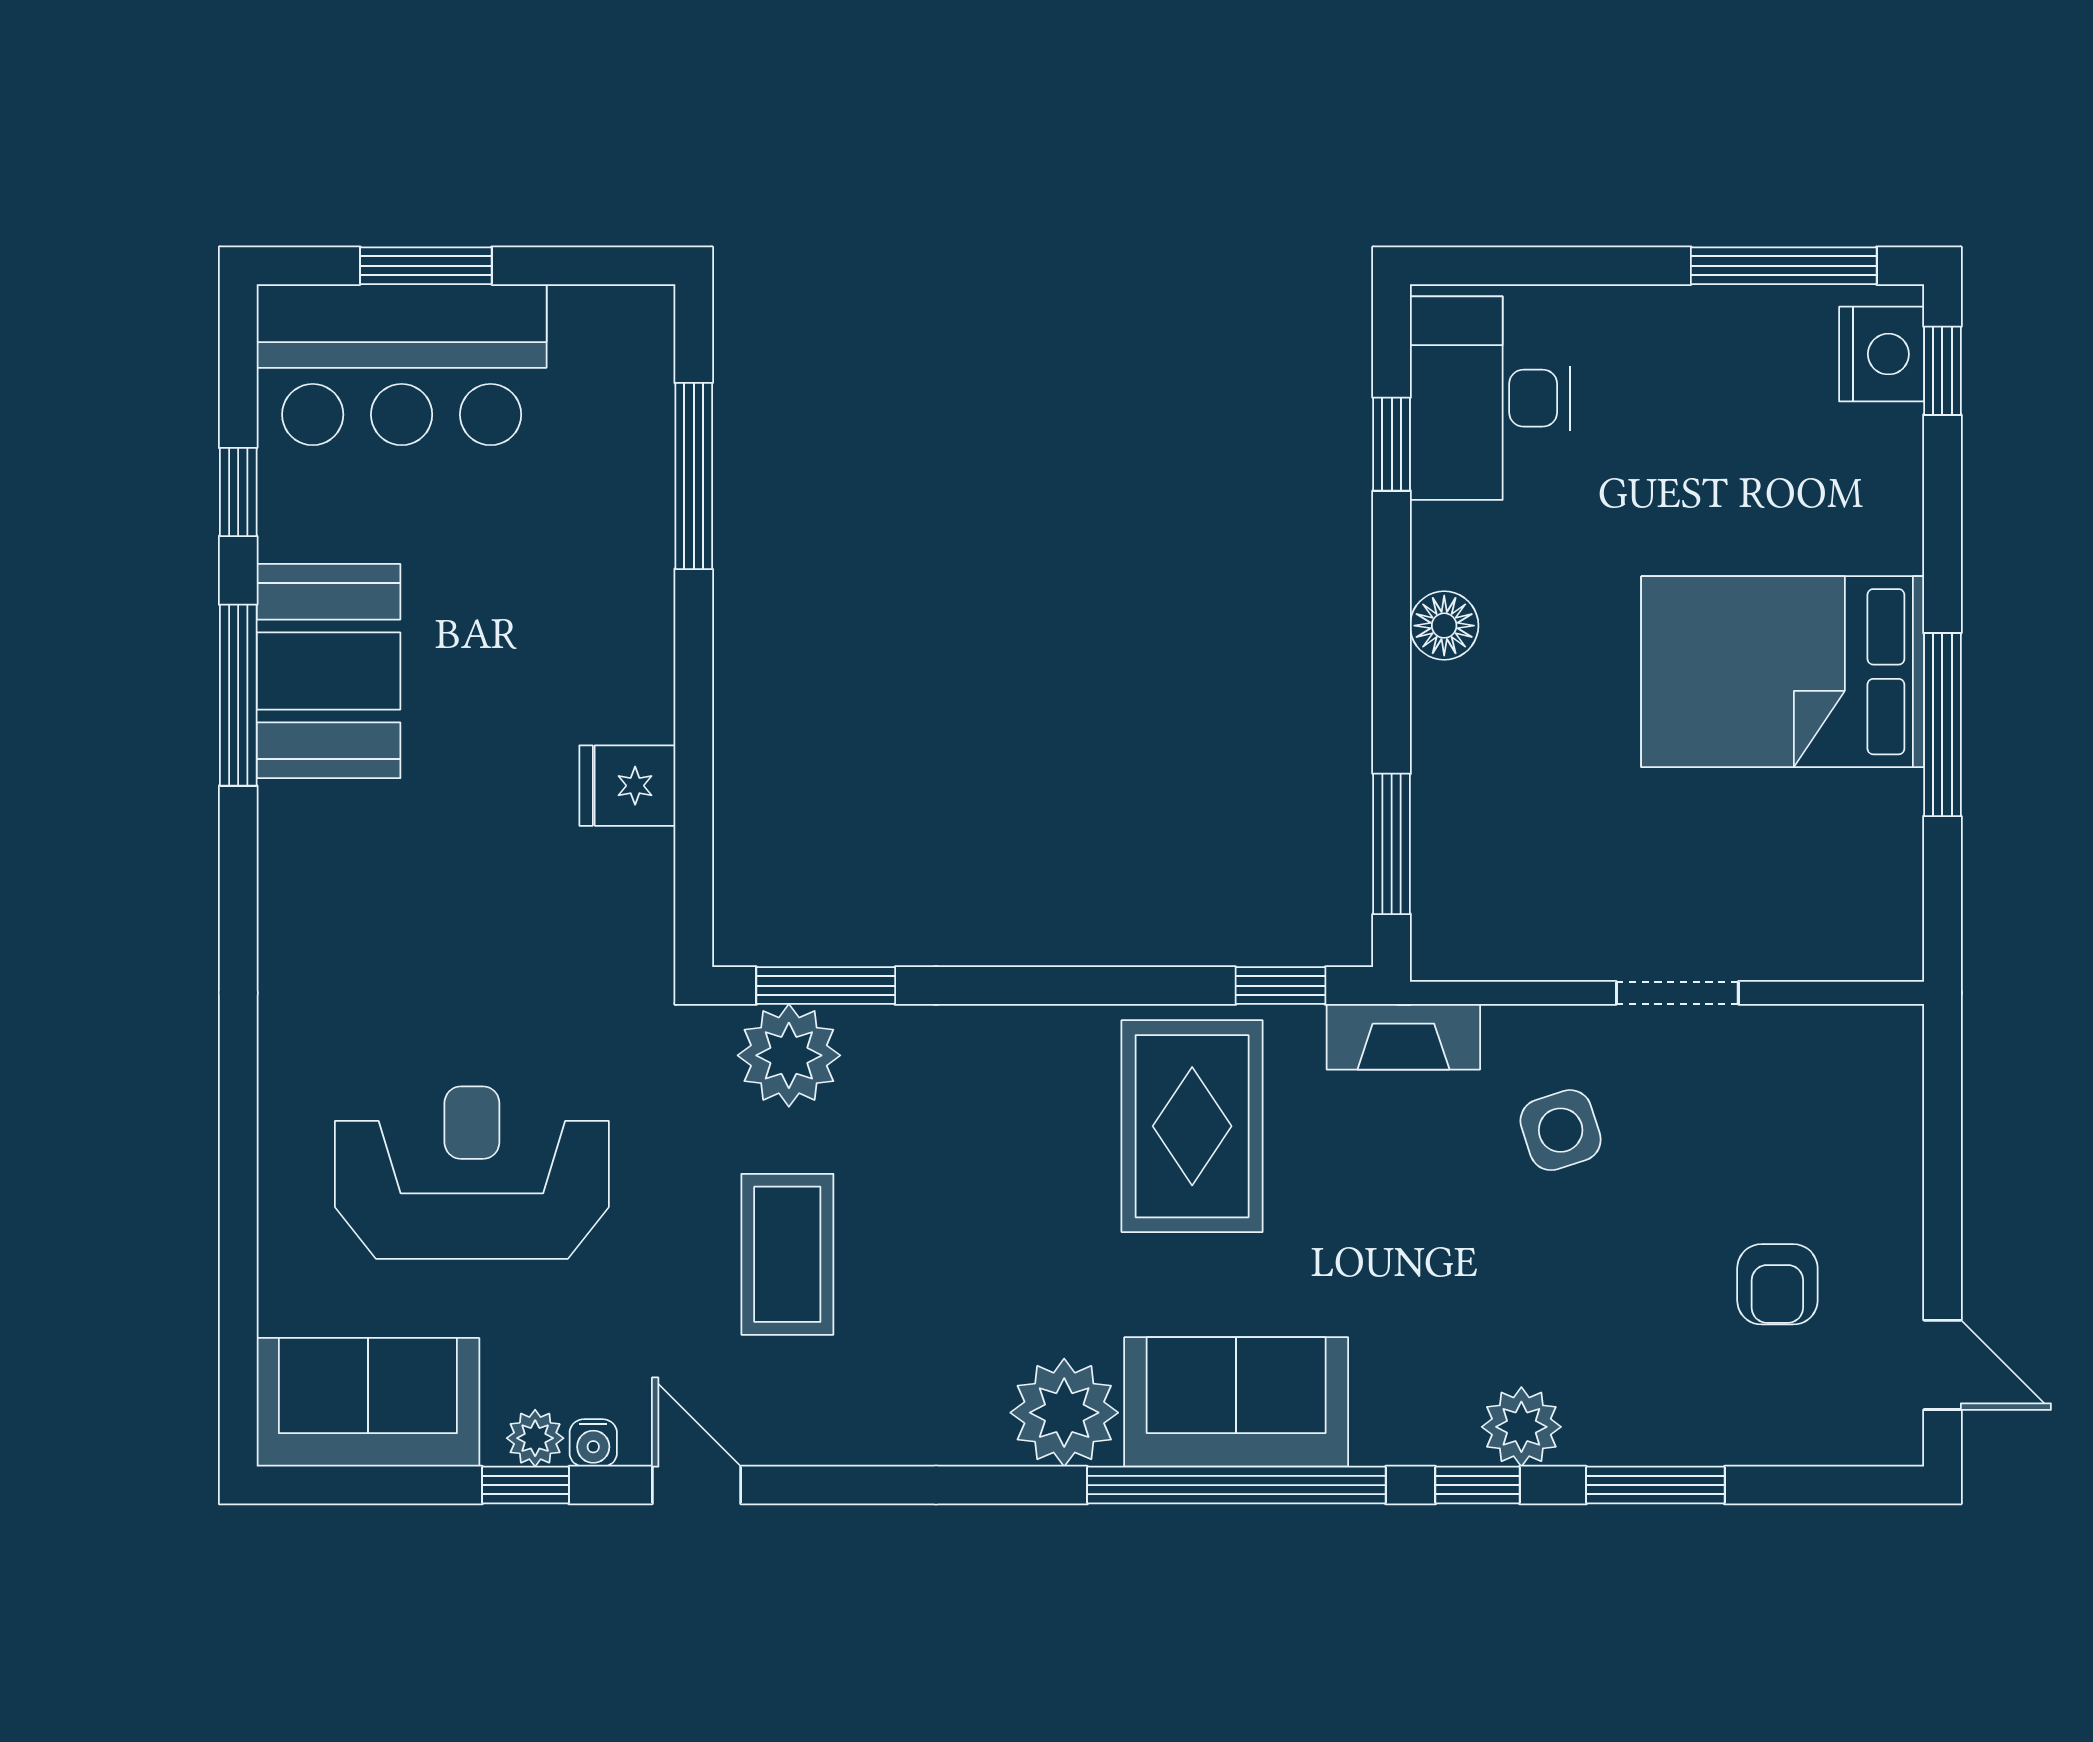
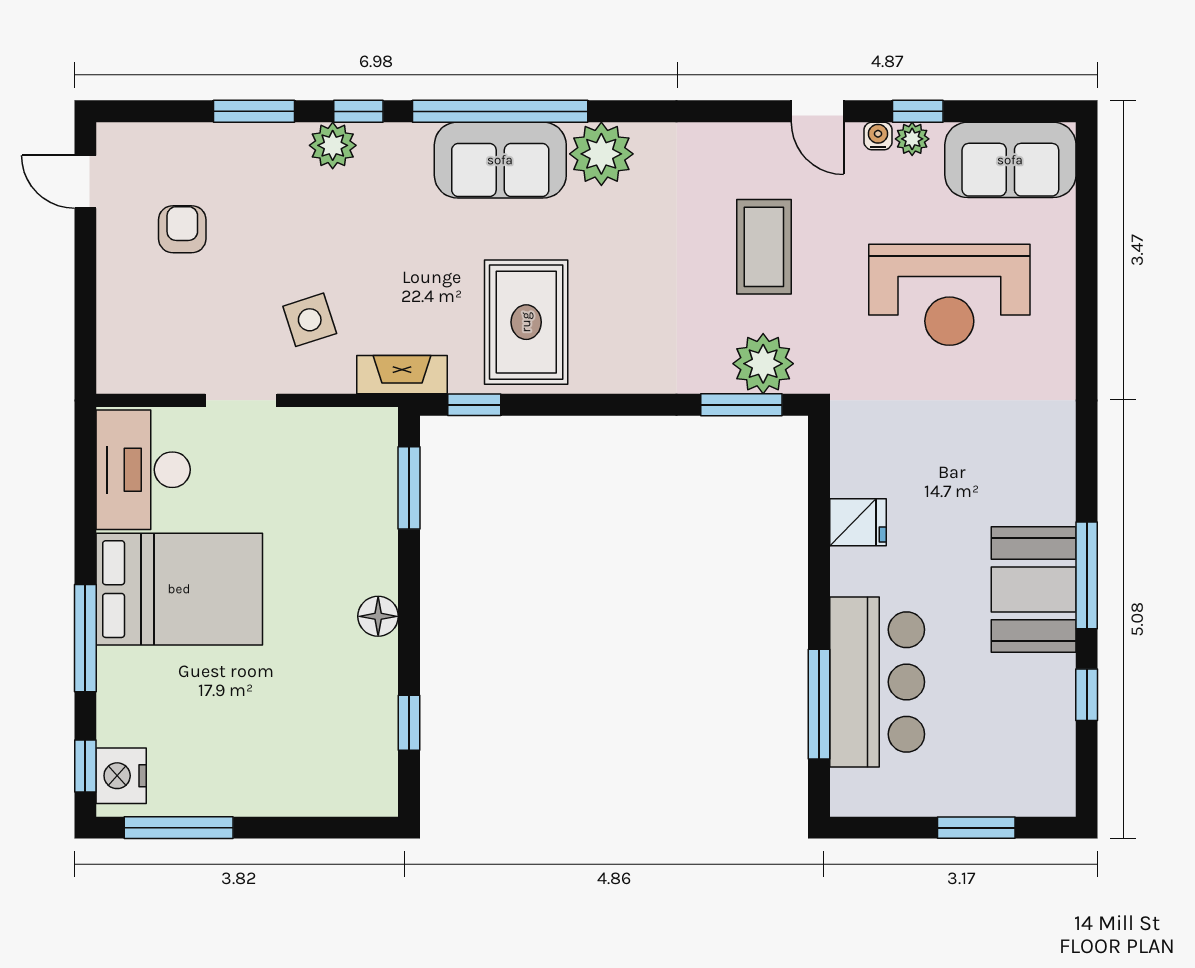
bar counter: (402, 365) -> (877, 682), moved, turned 90
desk: (1490, 398) -> (143, 470), moved, turned 180
window: (1942, 725) -> (85, 638), moved

